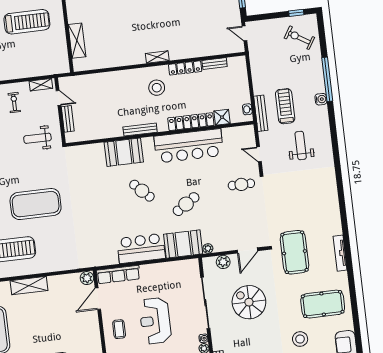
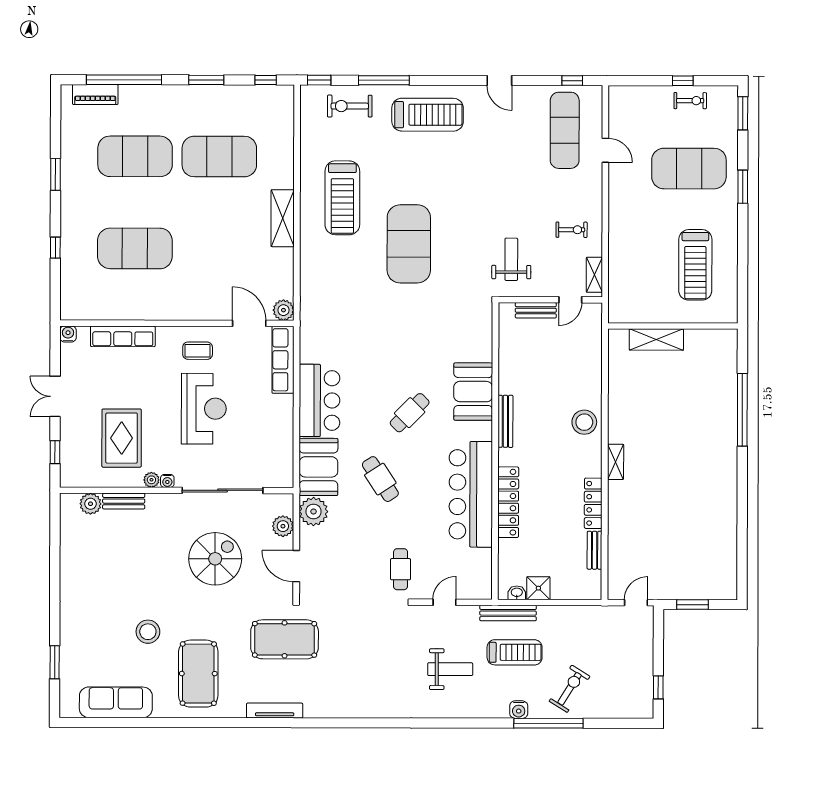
exercise bike: (299, 38) -> (570, 689), moved
stool: (157, 88) -> (584, 422), moved
shower: (222, 117) -> (538, 588), moved
plant: (208, 248) -> (314, 511), width x1.88, depth x1.88
reception desk: (155, 321) -> (204, 409), turned 90

